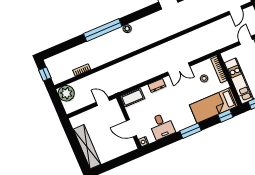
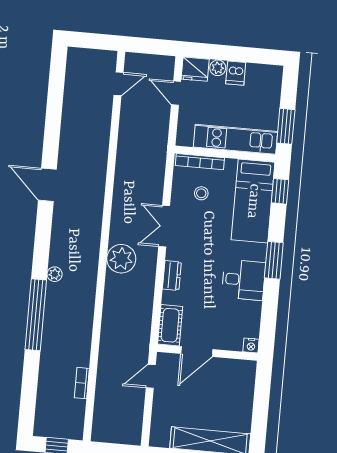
door: (235, 10) -> (119, 84), hinge flipped
double door: (179, 69) -> (164, 226), swing flipped
plant: (66, 93) -> (121, 259), moved
desk: (162, 126) -> (243, 280), moved
door: (131, 128) -> (197, 352), moved

